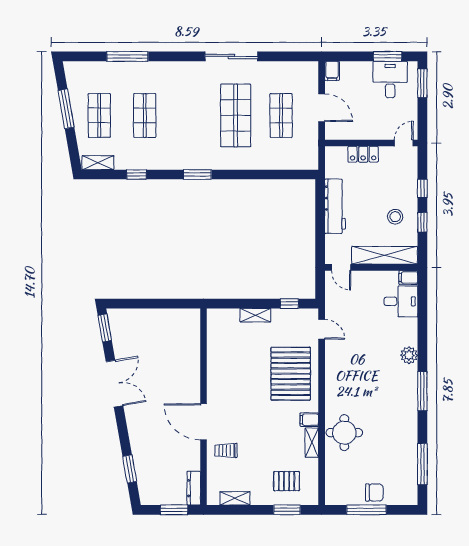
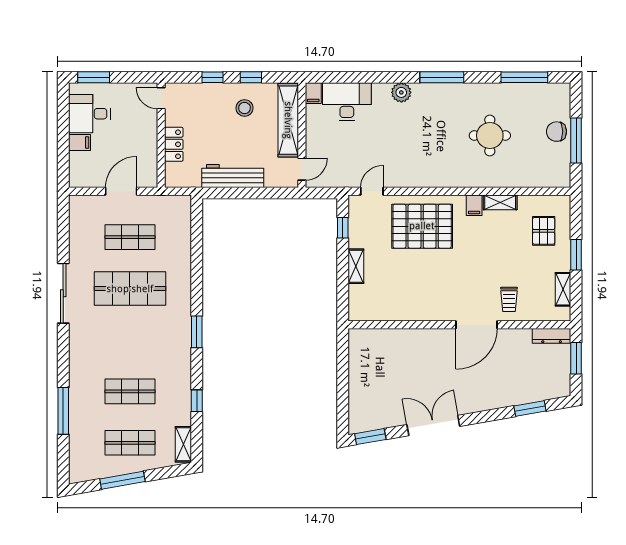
window: (388, 56) -> (63, 117), removed
filing cabinet: (332, 71) -> (79, 143), moved
desk: (401, 301) -> (347, 102), width x1.37
round table: (344, 433) -> (490, 135), moved
chair: (374, 492) -> (556, 132), turned -90
window: (287, 510) -> (576, 255), moved

